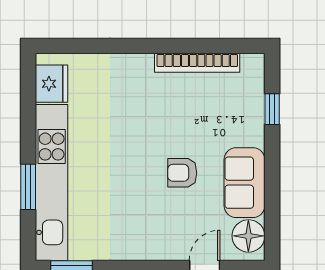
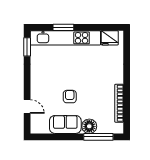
window: (272, 109) -> (98, 137), width x2.17
floor lamp: (248, 236) -> (89, 126), moved

